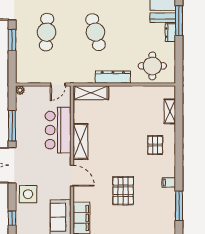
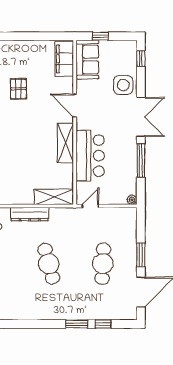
pallet: (123, 191) -> (18, 89), width x0.67, depth x0.71

